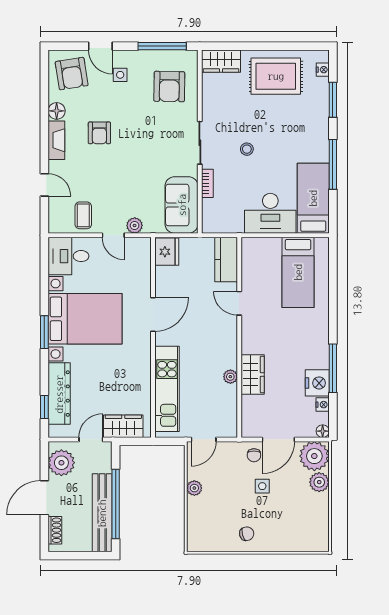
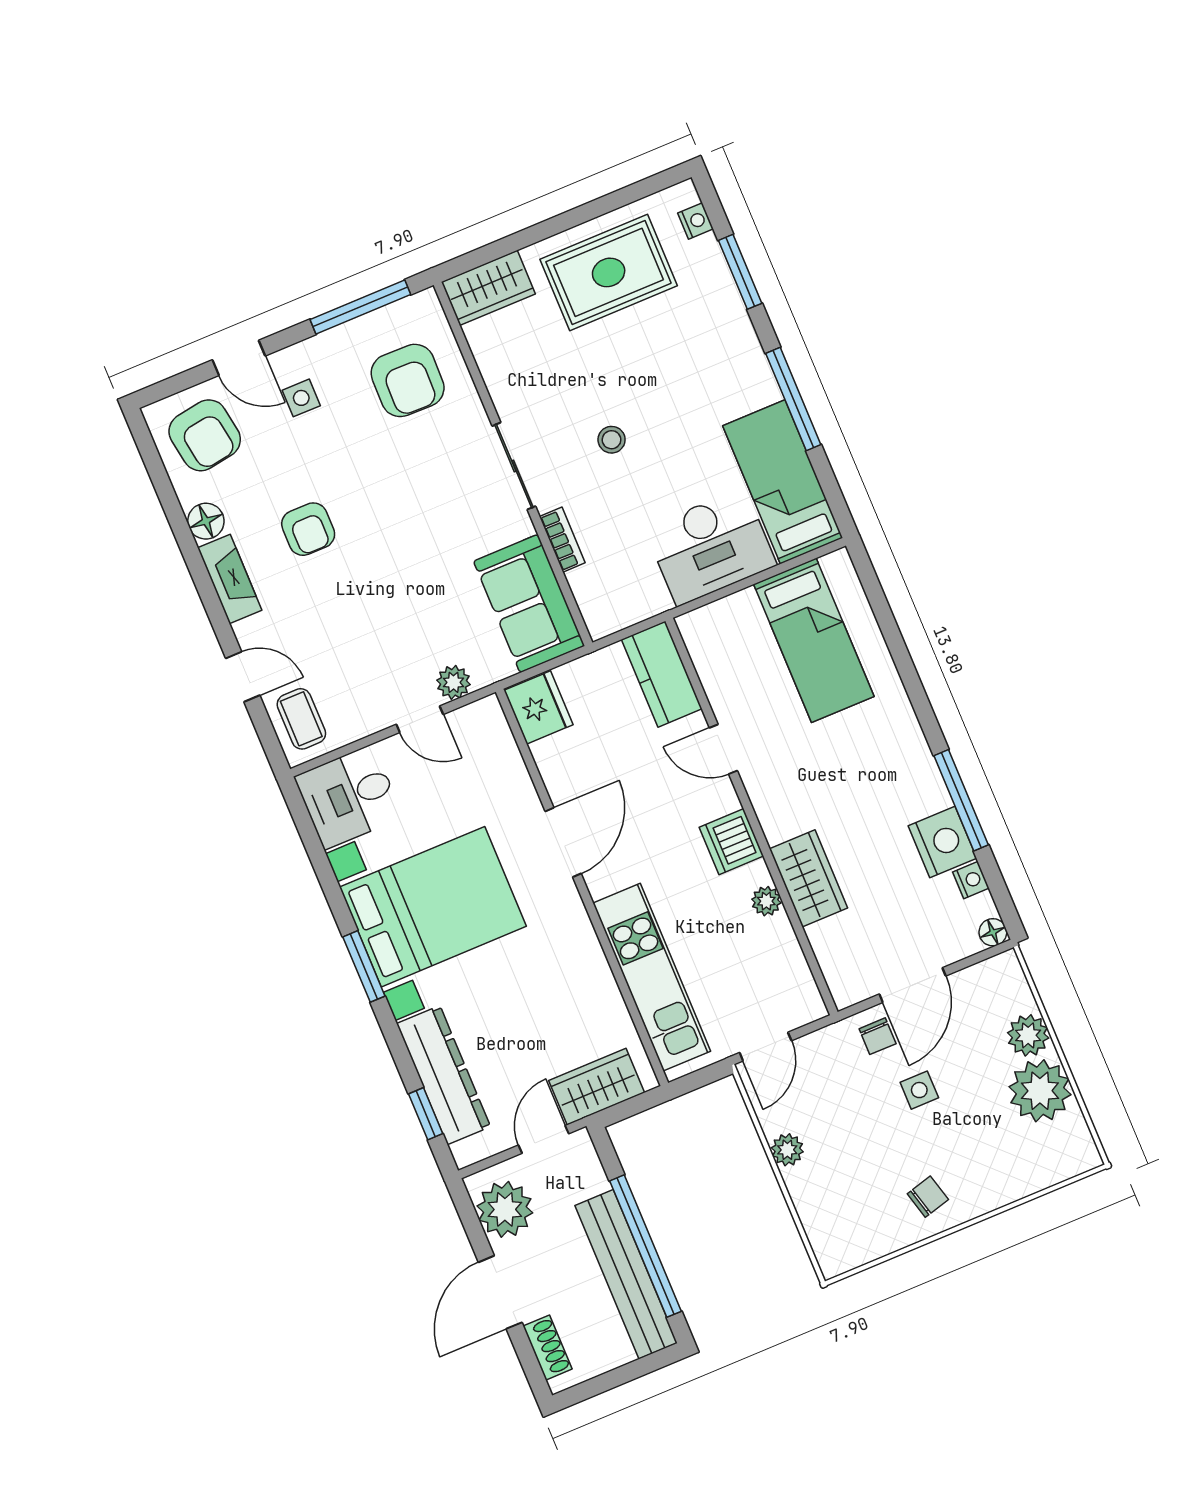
coffee table: (83, 215) -> (301, 719), moved
dishwasher: (226, 345) -> (731, 842), added
plant: (314, 456) -> (1040, 1091), moved

